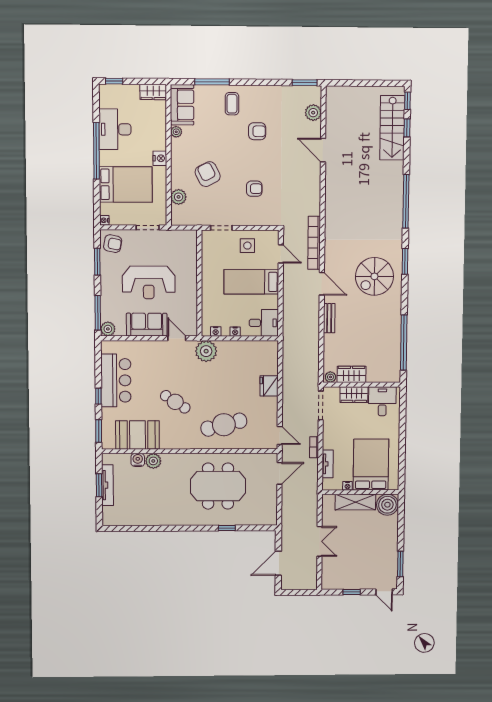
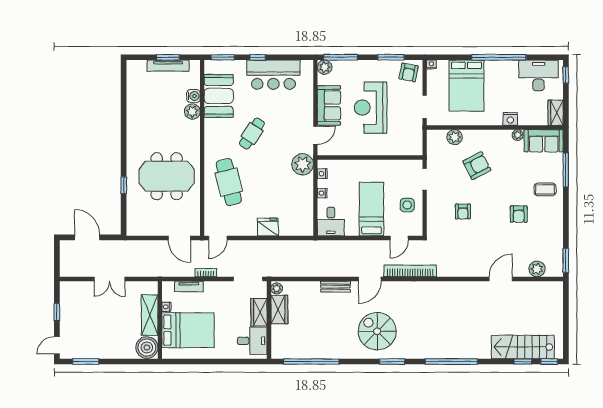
desk: (115, 129) -> (538, 75), moved
nightstand: (160, 158) -> (510, 119), moved
meeting table: (218, 486) -> (167, 176), turned 90

